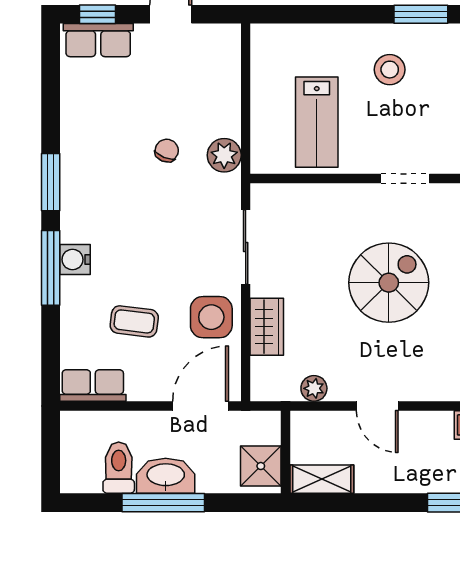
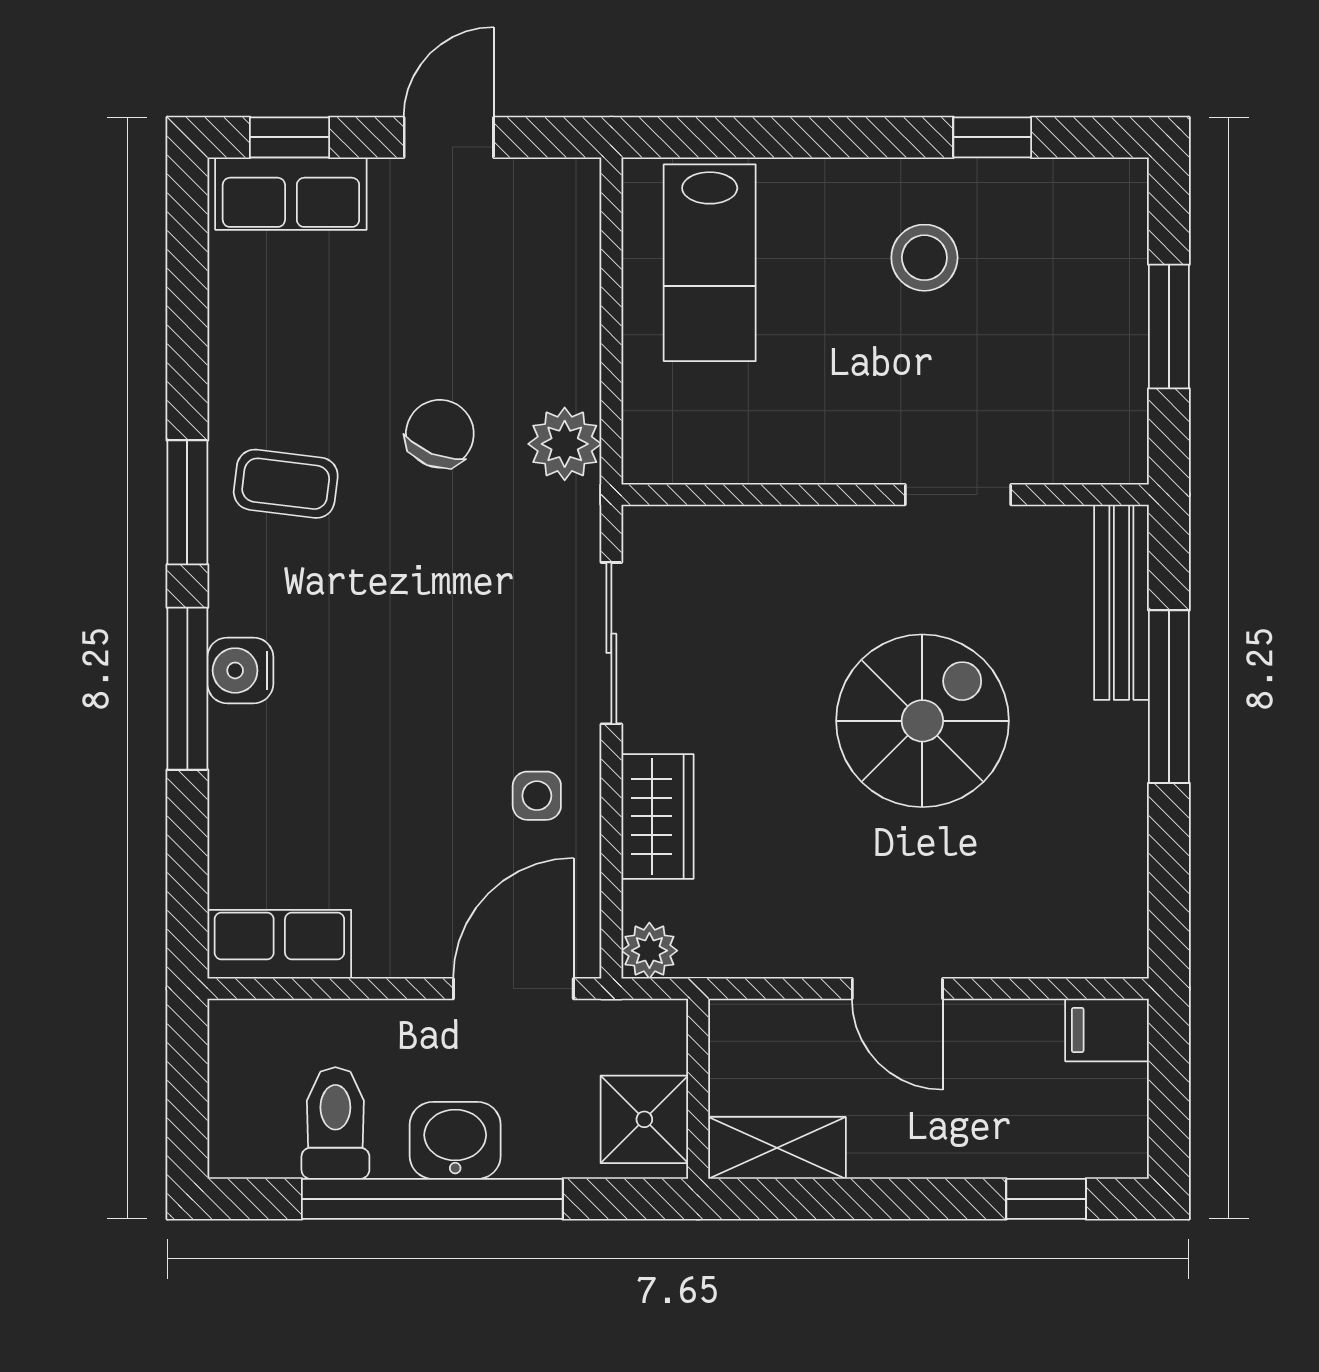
window: (421, 14) -> (992, 137), width x0.67
lab bench: (317, 122) -> (710, 263), moved
chair: (167, 151) -> (440, 434), width x1.37, depth x1.37
side table: (211, 317) -> (537, 796), width x0.54, depth x0.54
coffee table: (134, 321) -> (286, 484), moved
plant: (314, 388) -> (649, 951), moved
washbasin: (166, 476) -> (455, 1140), width x0.72
window: (163, 503) -> (432, 1199), width x1.46

